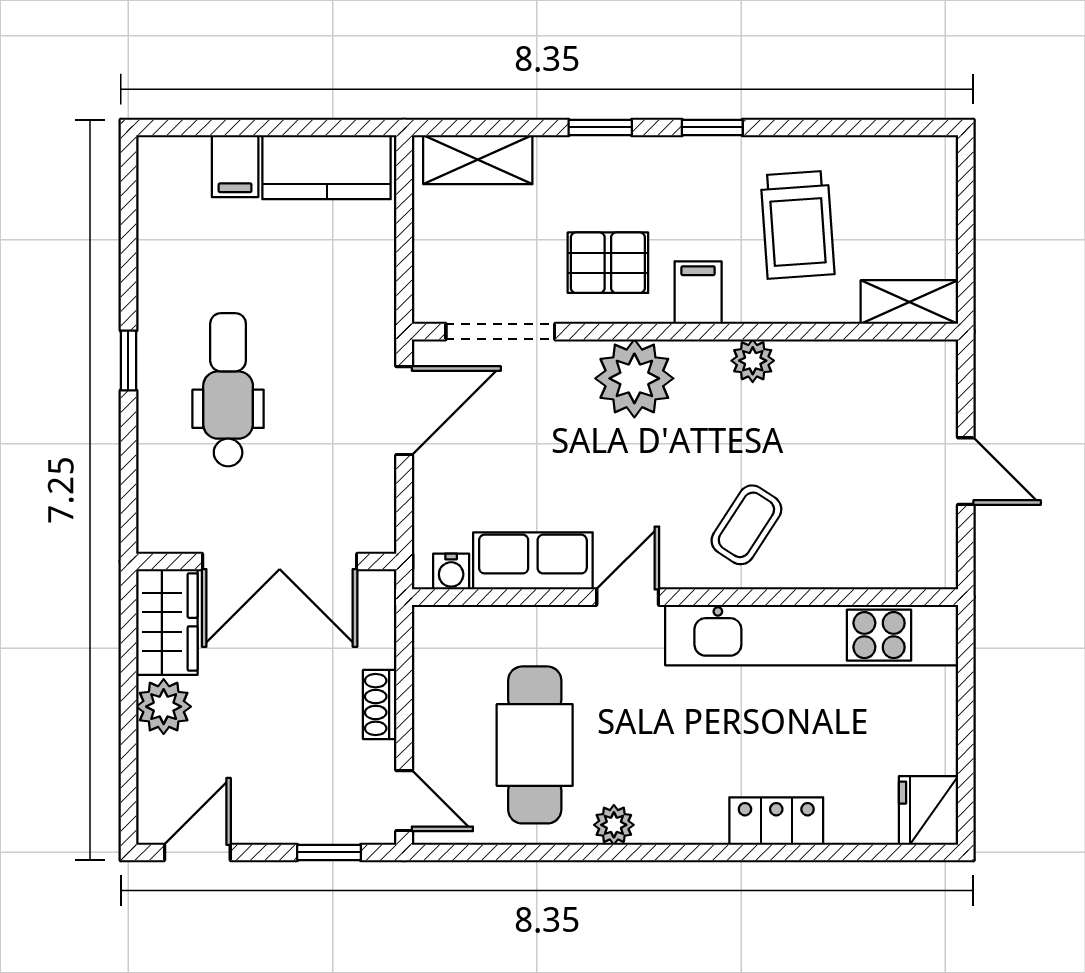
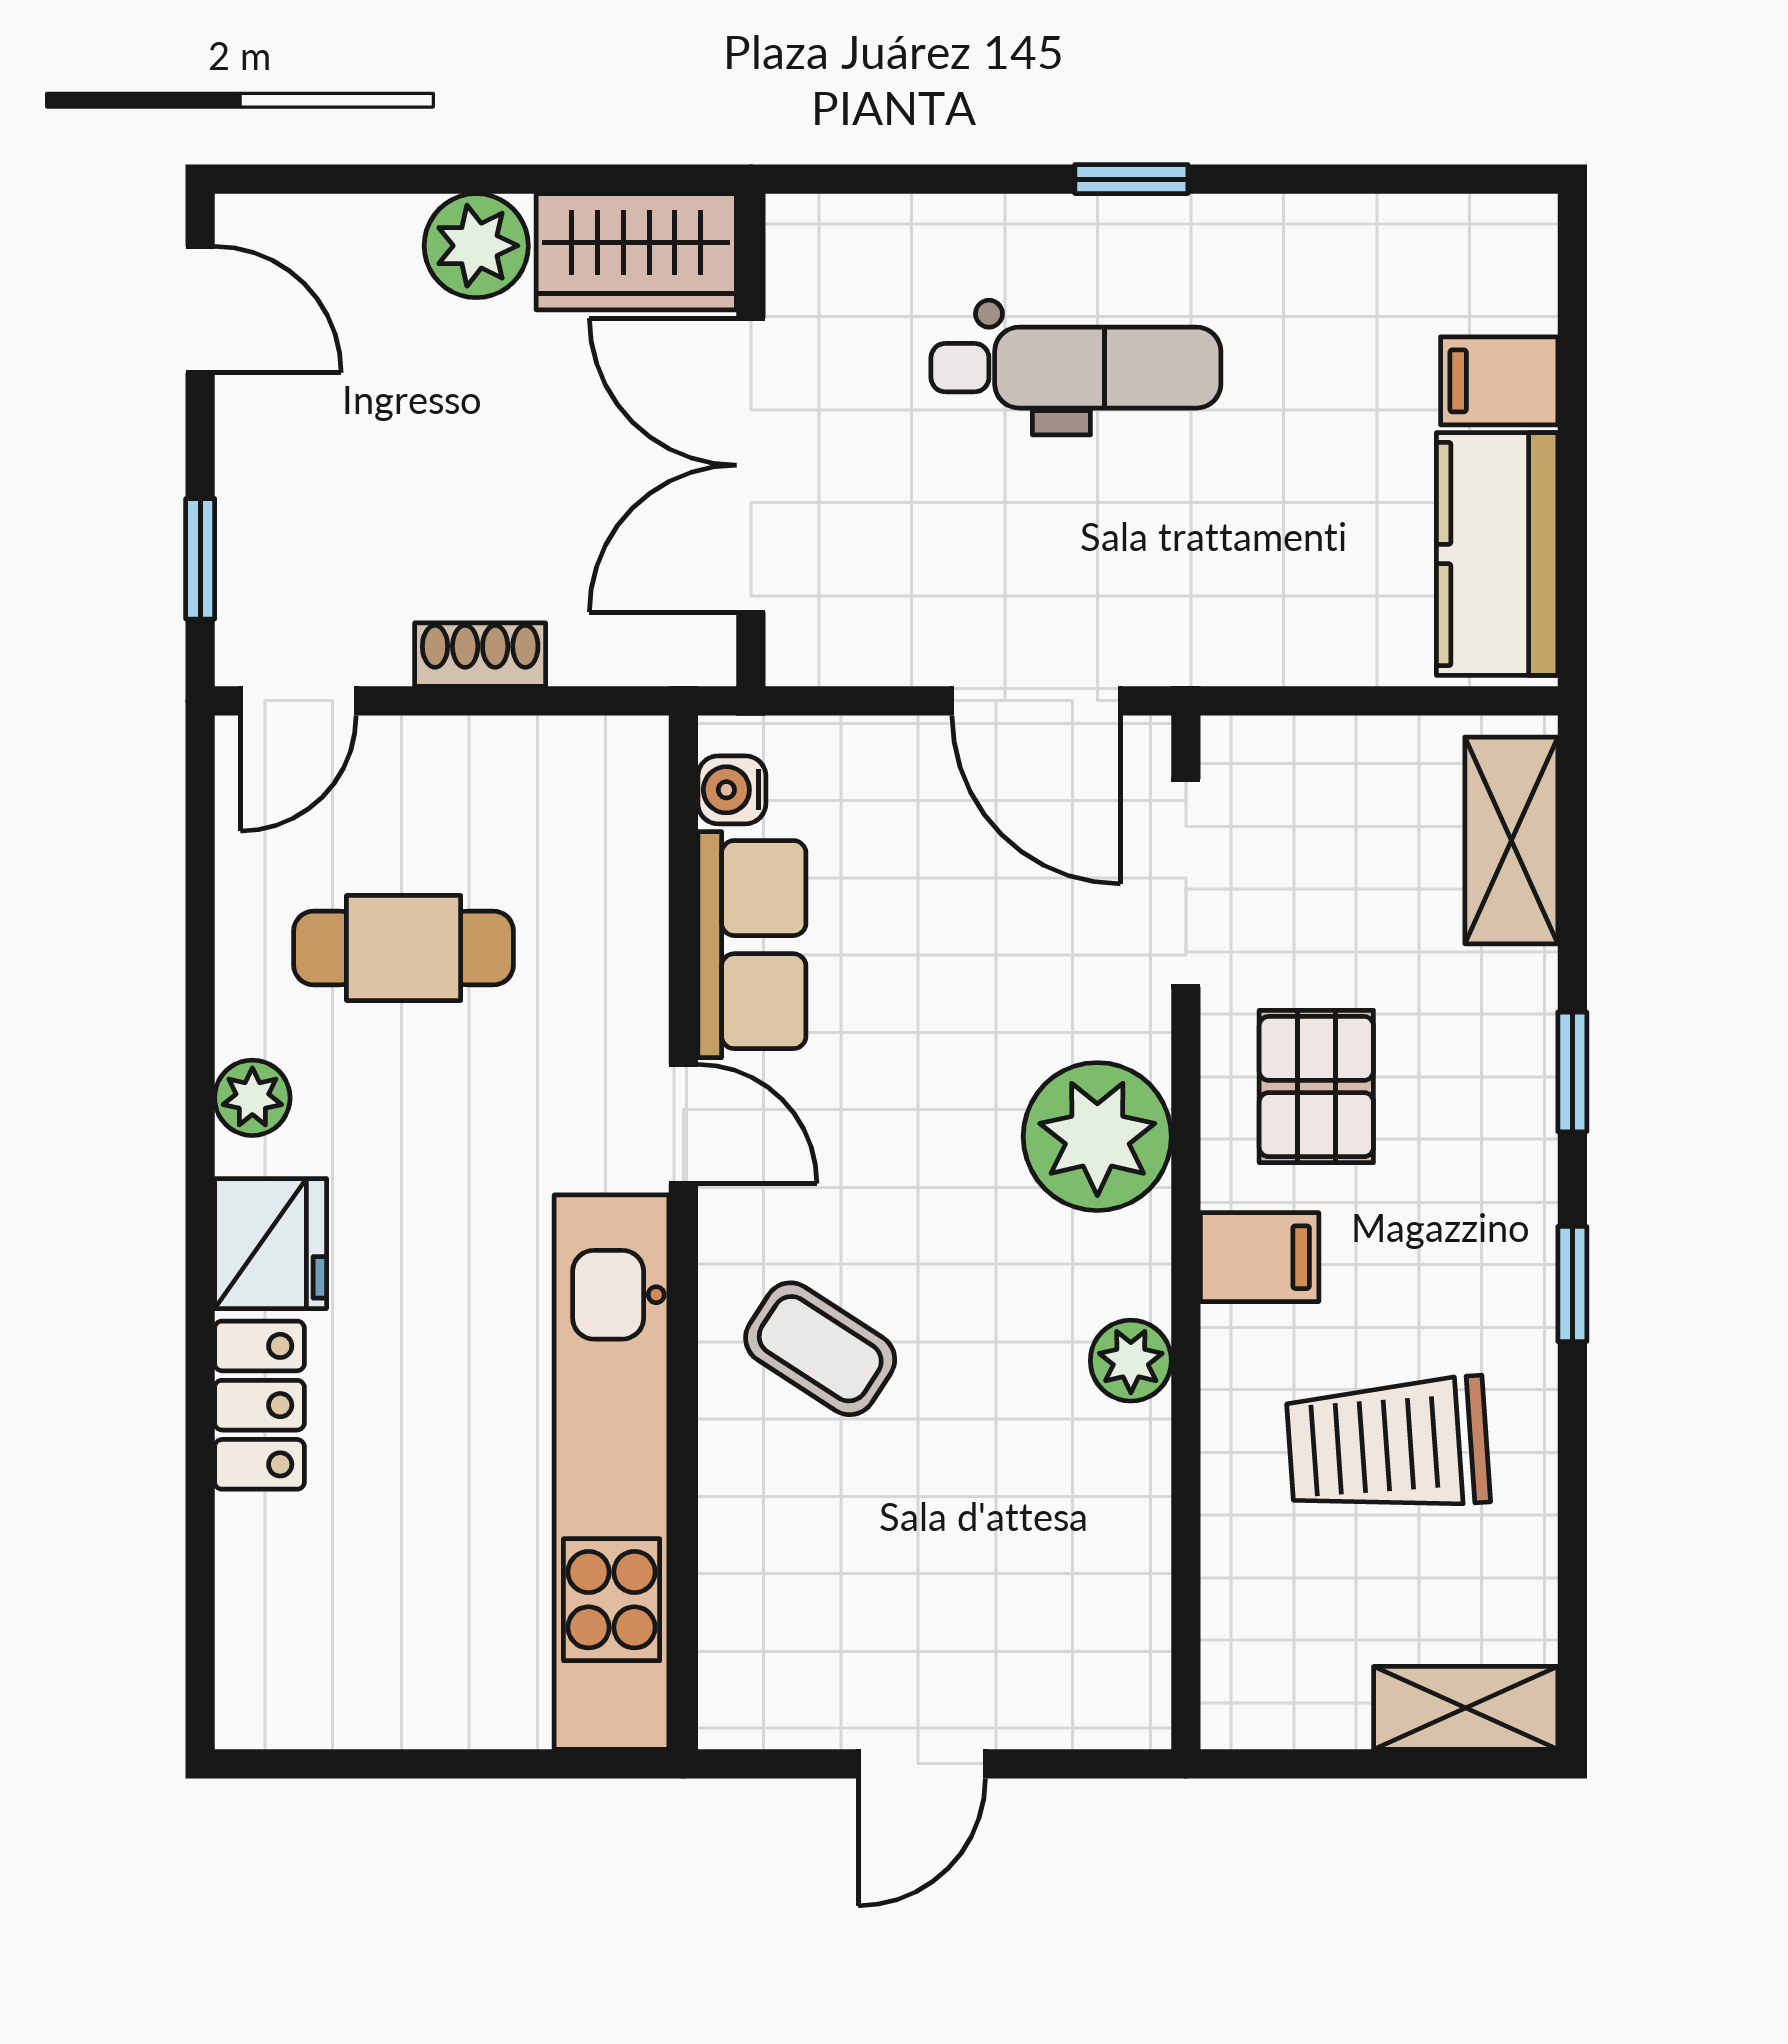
shelving: (909, 302) -> (1466, 1708), moved, turned 90
cafe table: (535, 745) -> (404, 948), width x0.73, depth x0.74
fridge: (929, 810) -> (271, 1244), moved, turned 90

